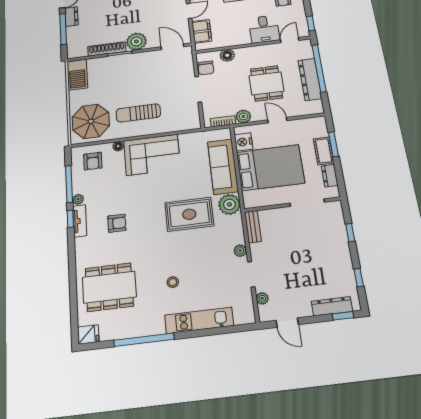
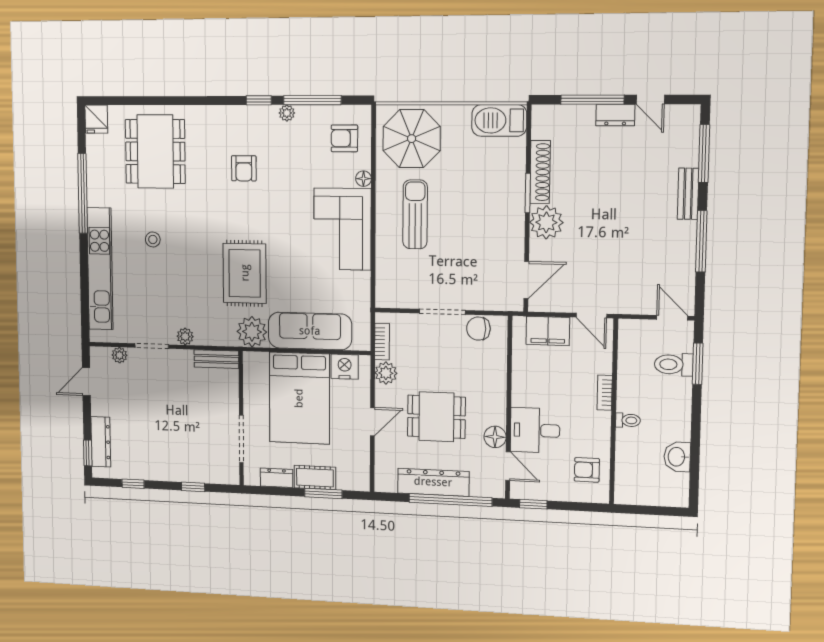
floor lamp: (227, 55) -> (495, 437), moved
tv unit: (80, 221) -> (254, 114), removed
kitchen unit: (199, 320) -> (100, 269), width x1.36

